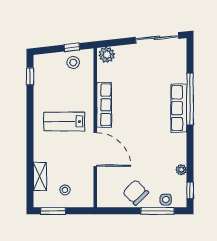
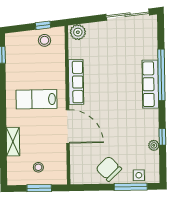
shelving: (40, 176) -> (13, 142), moved
window: (190, 191) -> (162, 137), moved
window: (53, 211) -> (39, 188), moved

